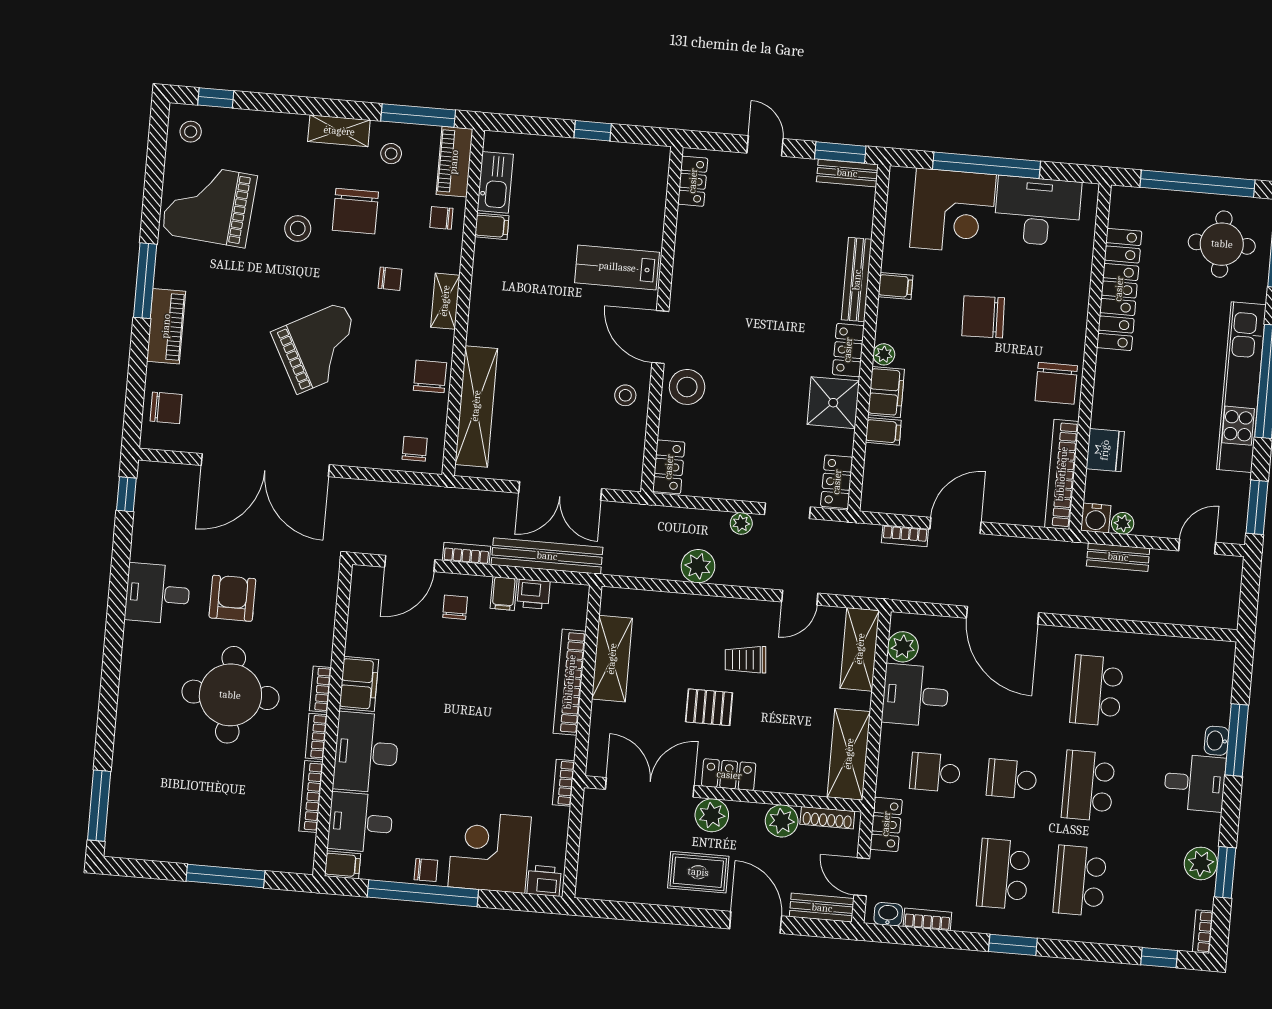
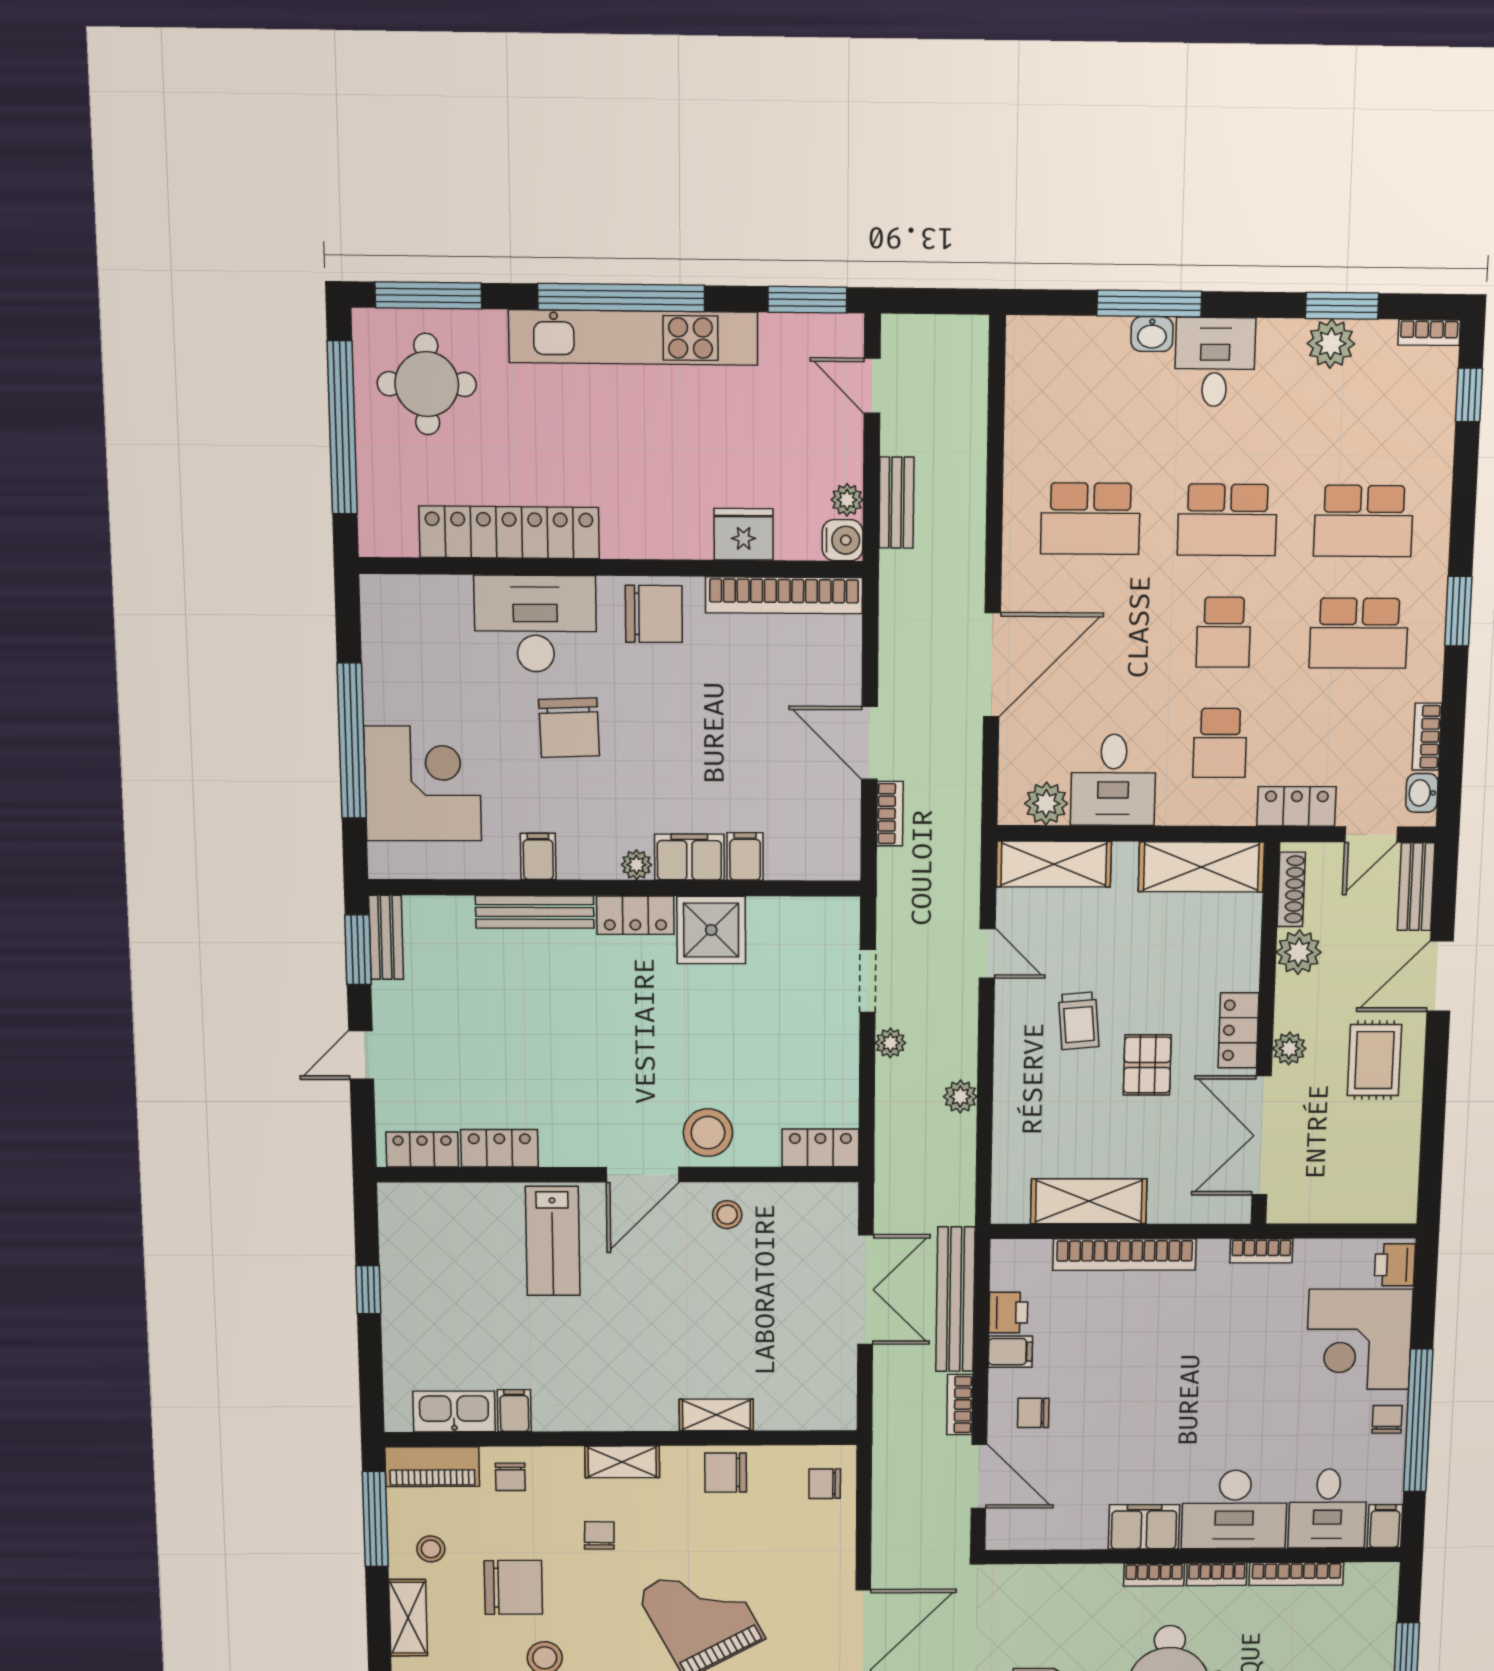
desk: (1038, 211) -> (535, 624), moved, turned 90
shelving: (476, 406) -> (716, 1415), width x0.45, depth x0.75
locker: (837, 482) -> (499, 1148), moved, turned 180
plant: (698, 566) -> (960, 1097), width x0.73, depth x0.73
plant: (712, 815) -> (1289, 1048), width x0.73, depth x0.73

